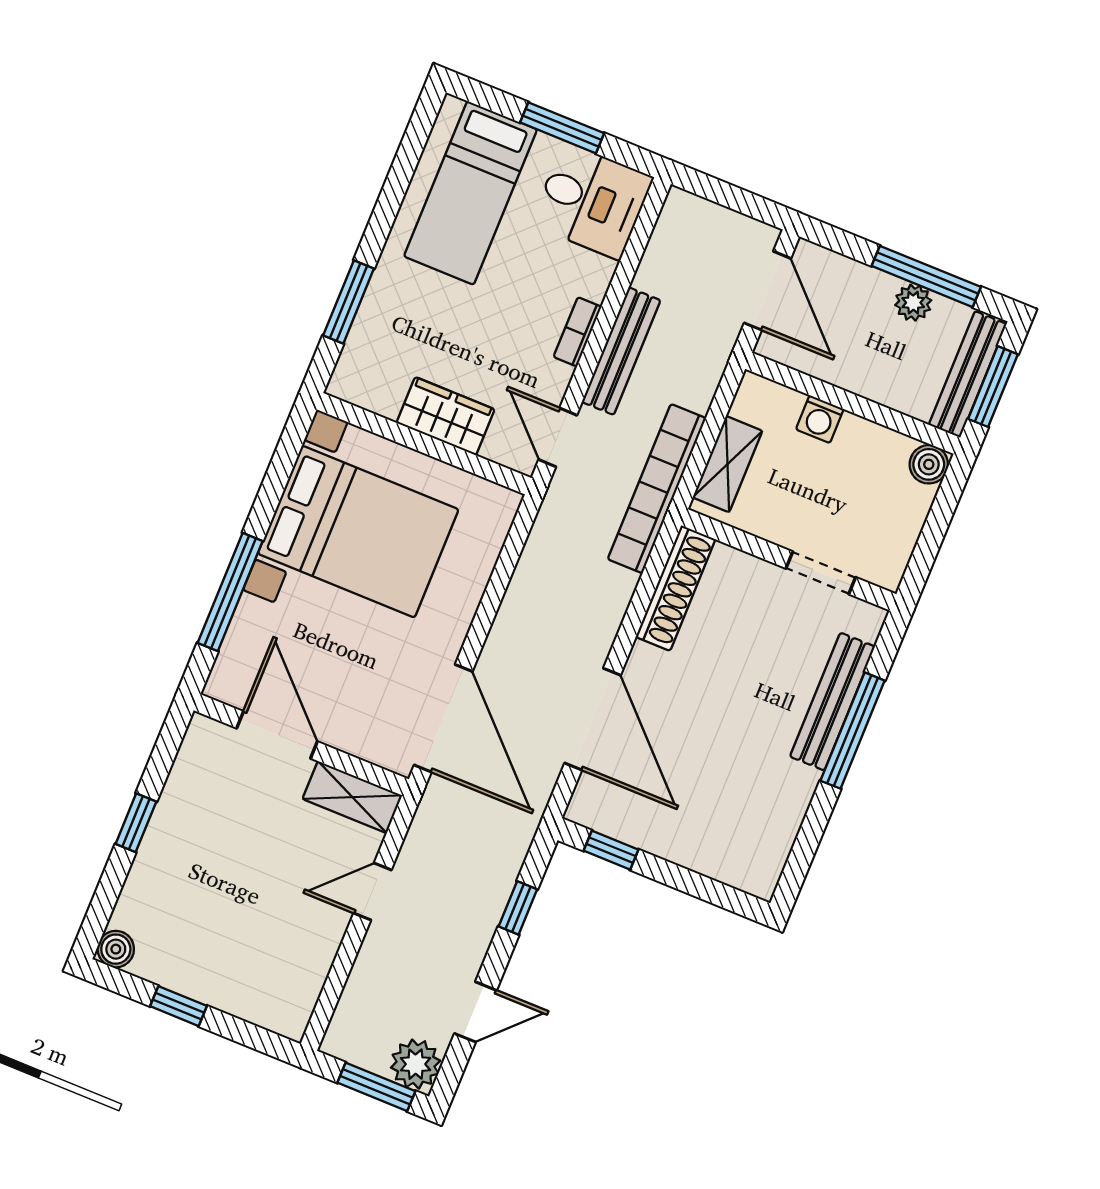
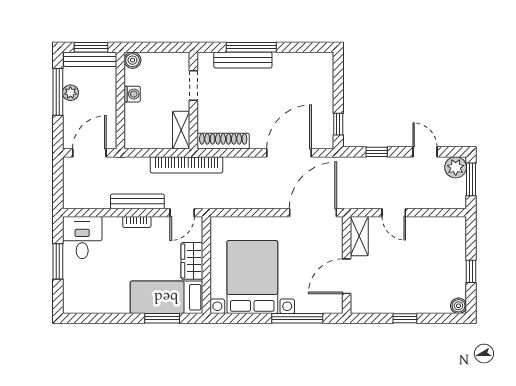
bed: (470, 193) -> (166, 297), moved, turned 180
washing machine: (820, 419) -> (132, 94), moved
shelving: (728, 464) -> (181, 130), moved, turned 90

